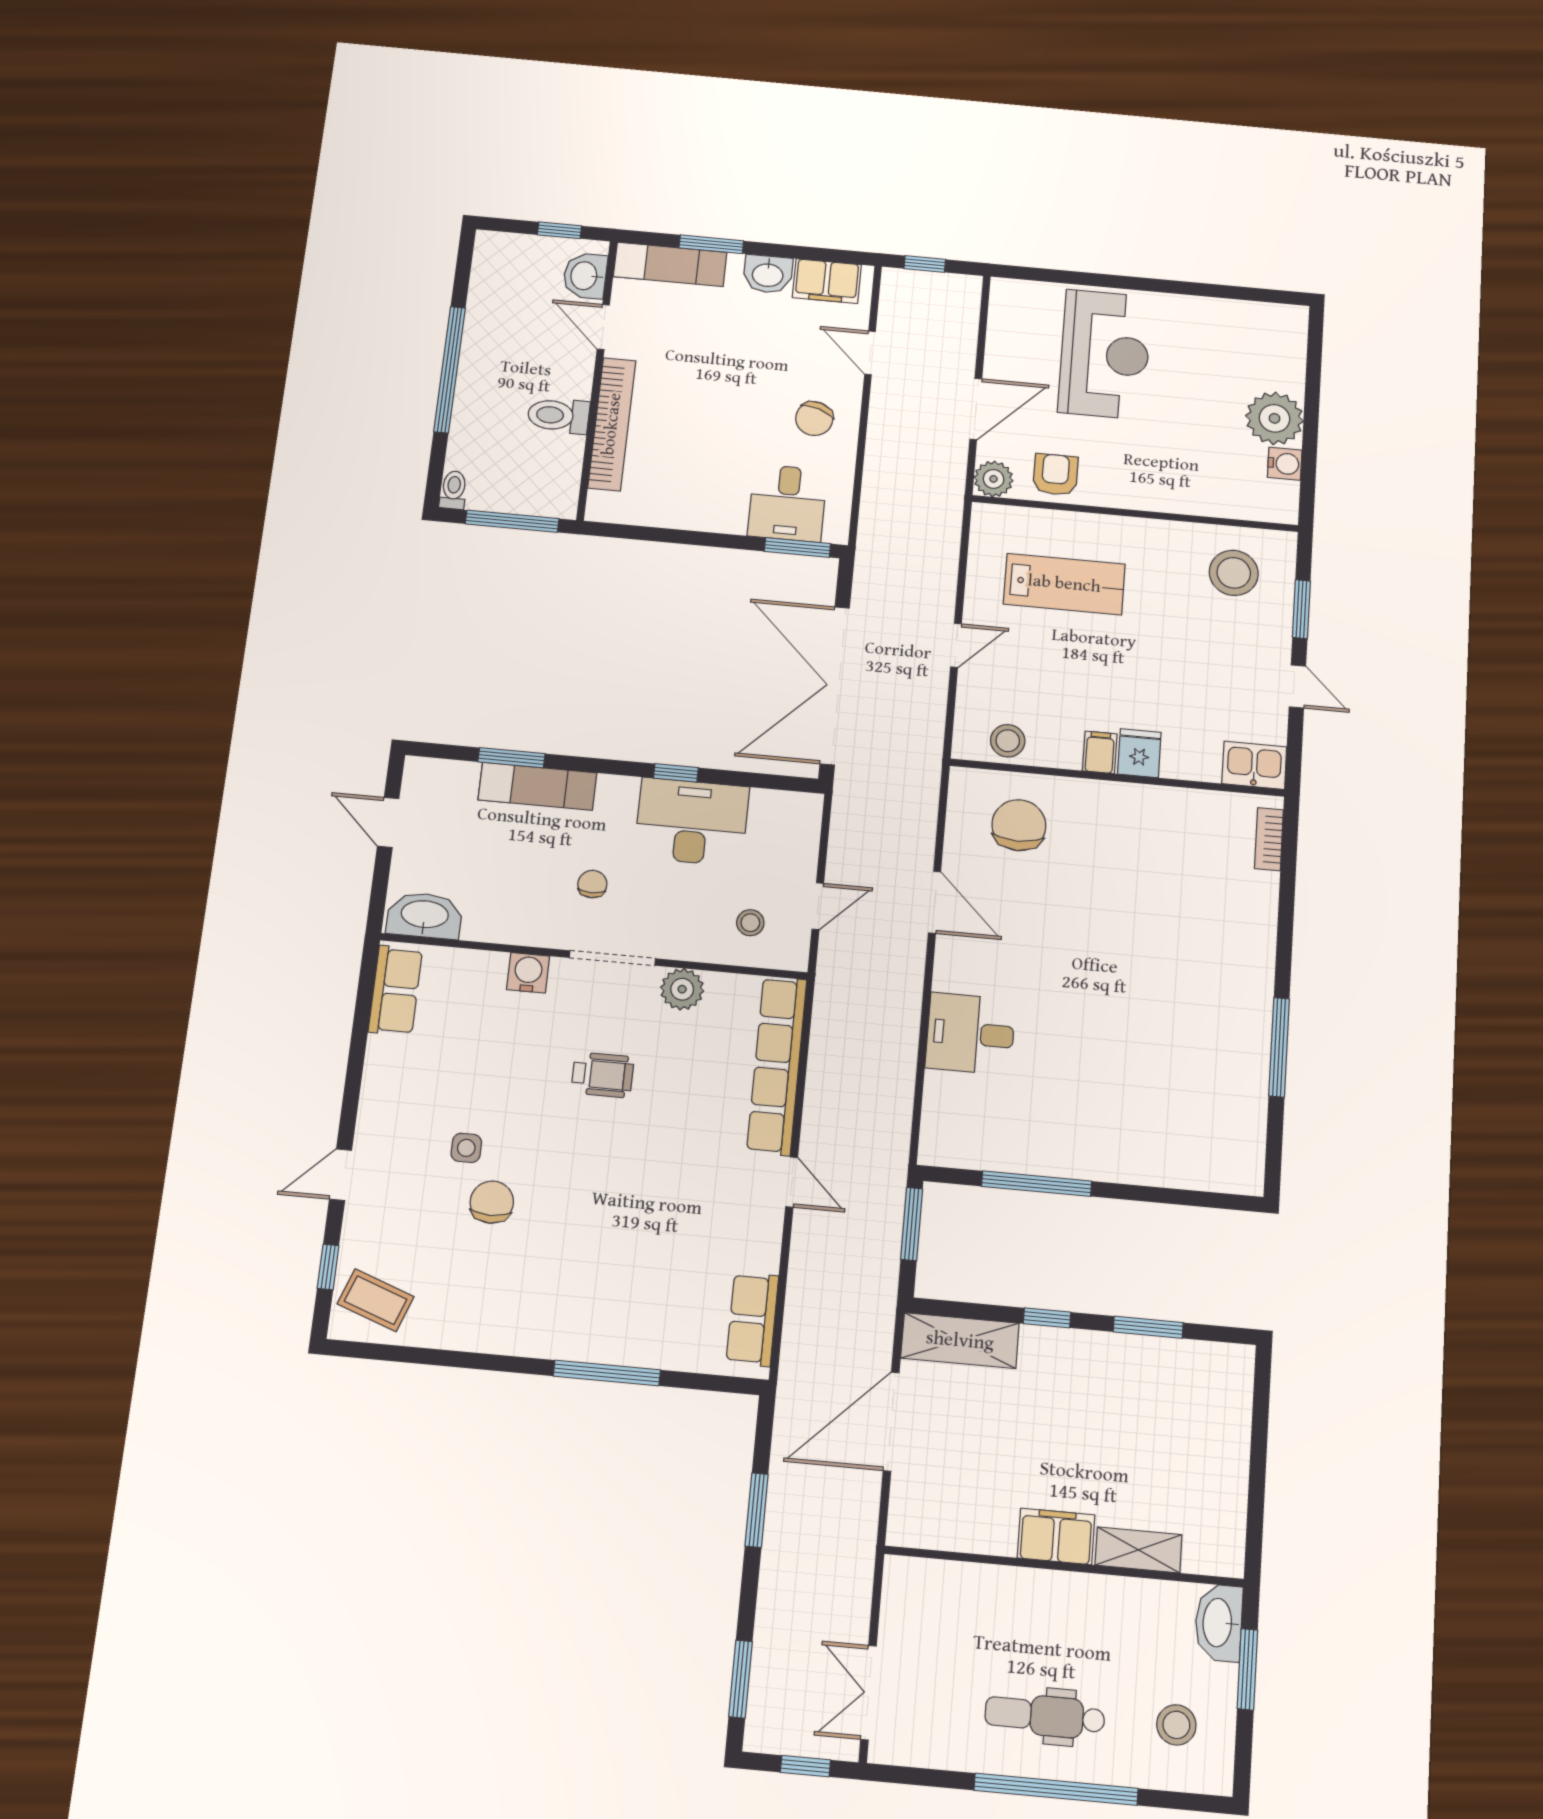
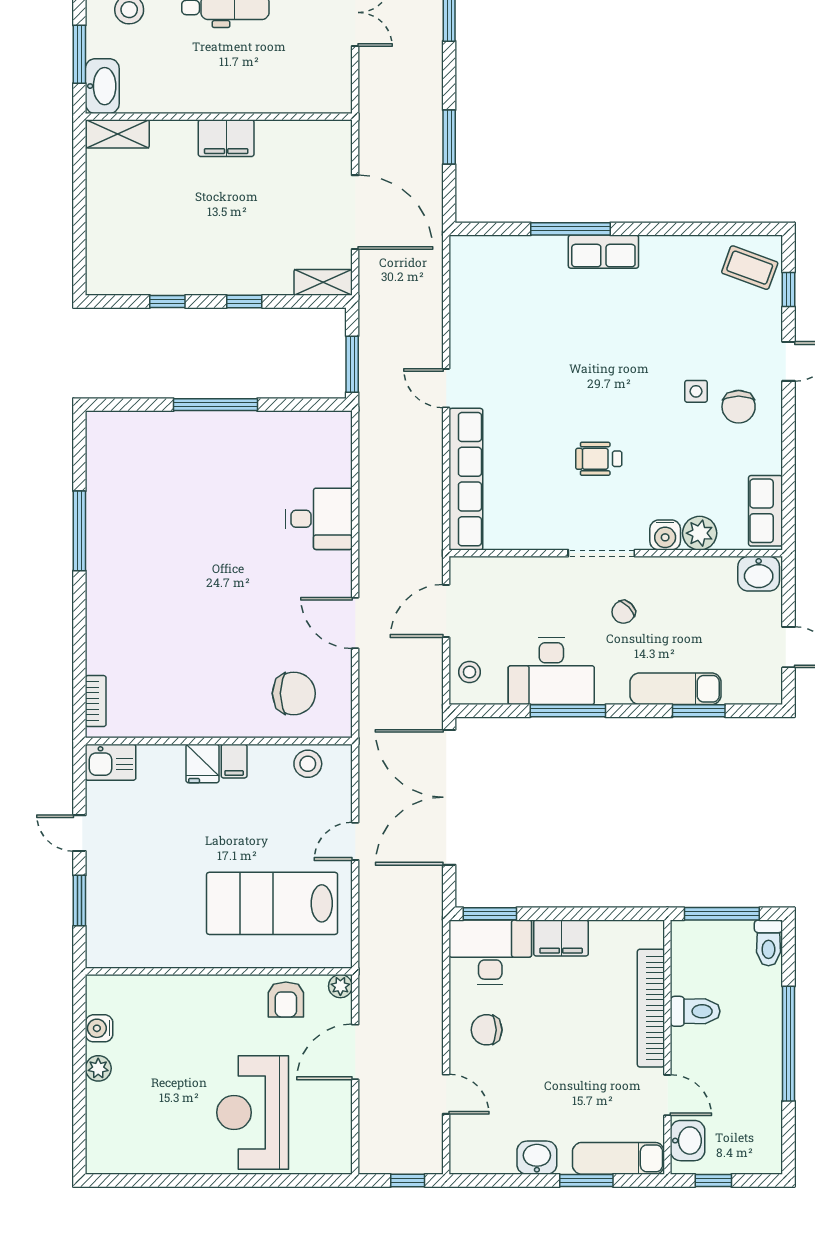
filing cabinet: (827, 281) -> (561, 938), moved, turned 180
plant: (1275, 418) -> (98, 1068), width x0.53, depth x0.53
chair: (814, 419) -> (487, 1030), turned -109
plant: (994, 479) -> (340, 986), width x0.73, depth x0.73
toilet: (454, 490) -> (768, 943), width x1.37, depth x1.39
desk: (787, 503) -> (490, 952), width x1.37
stool: (1234, 573) -> (136, 927), removed
lab bench: (1064, 584) -> (272, 903), width x1.36, depth x1.39
double door: (835, 685) -> (449, 797), swing flipped
window: (676, 773) -> (568, 711), width x2.17
chair: (1019, 825) -> (294, 693), turned -90
chair: (592, 884) -> (623, 612), turned 45
door: (818, 906) -> (446, 611), width x1.38
washbasin: (425, 915) -> (759, 574), width x0.72
stool: (750, 923) -> (469, 672), moved
plant: (682, 989) -> (700, 533), moved
window: (1037, 1184) -> (215, 405), moved
chair: (492, 1202) -> (739, 407), moved
row of seats: (752, 1319) -> (603, 252), moved, turned 90
window: (1148, 1327) -> (167, 302), width x0.67
shelving: (960, 1341) -> (323, 282), width x0.67, depth x0.75
door: (891, 1422) -> (355, 212), hinge flipped
shelving: (1139, 1550) -> (118, 134), moved

